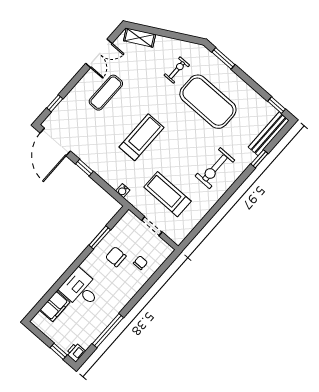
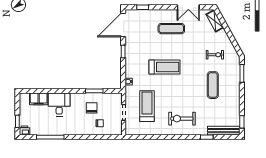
exercise mat: (208, 102) -> (213, 85), width x0.50, depth x0.69

